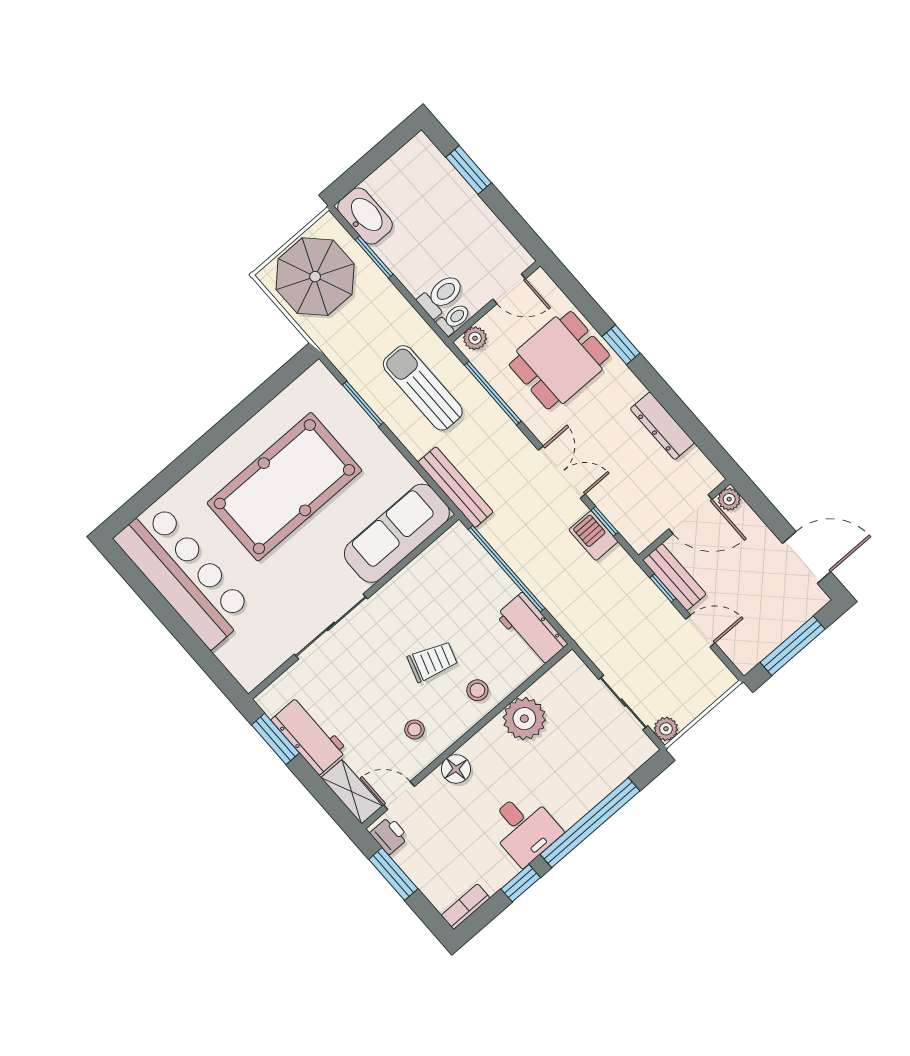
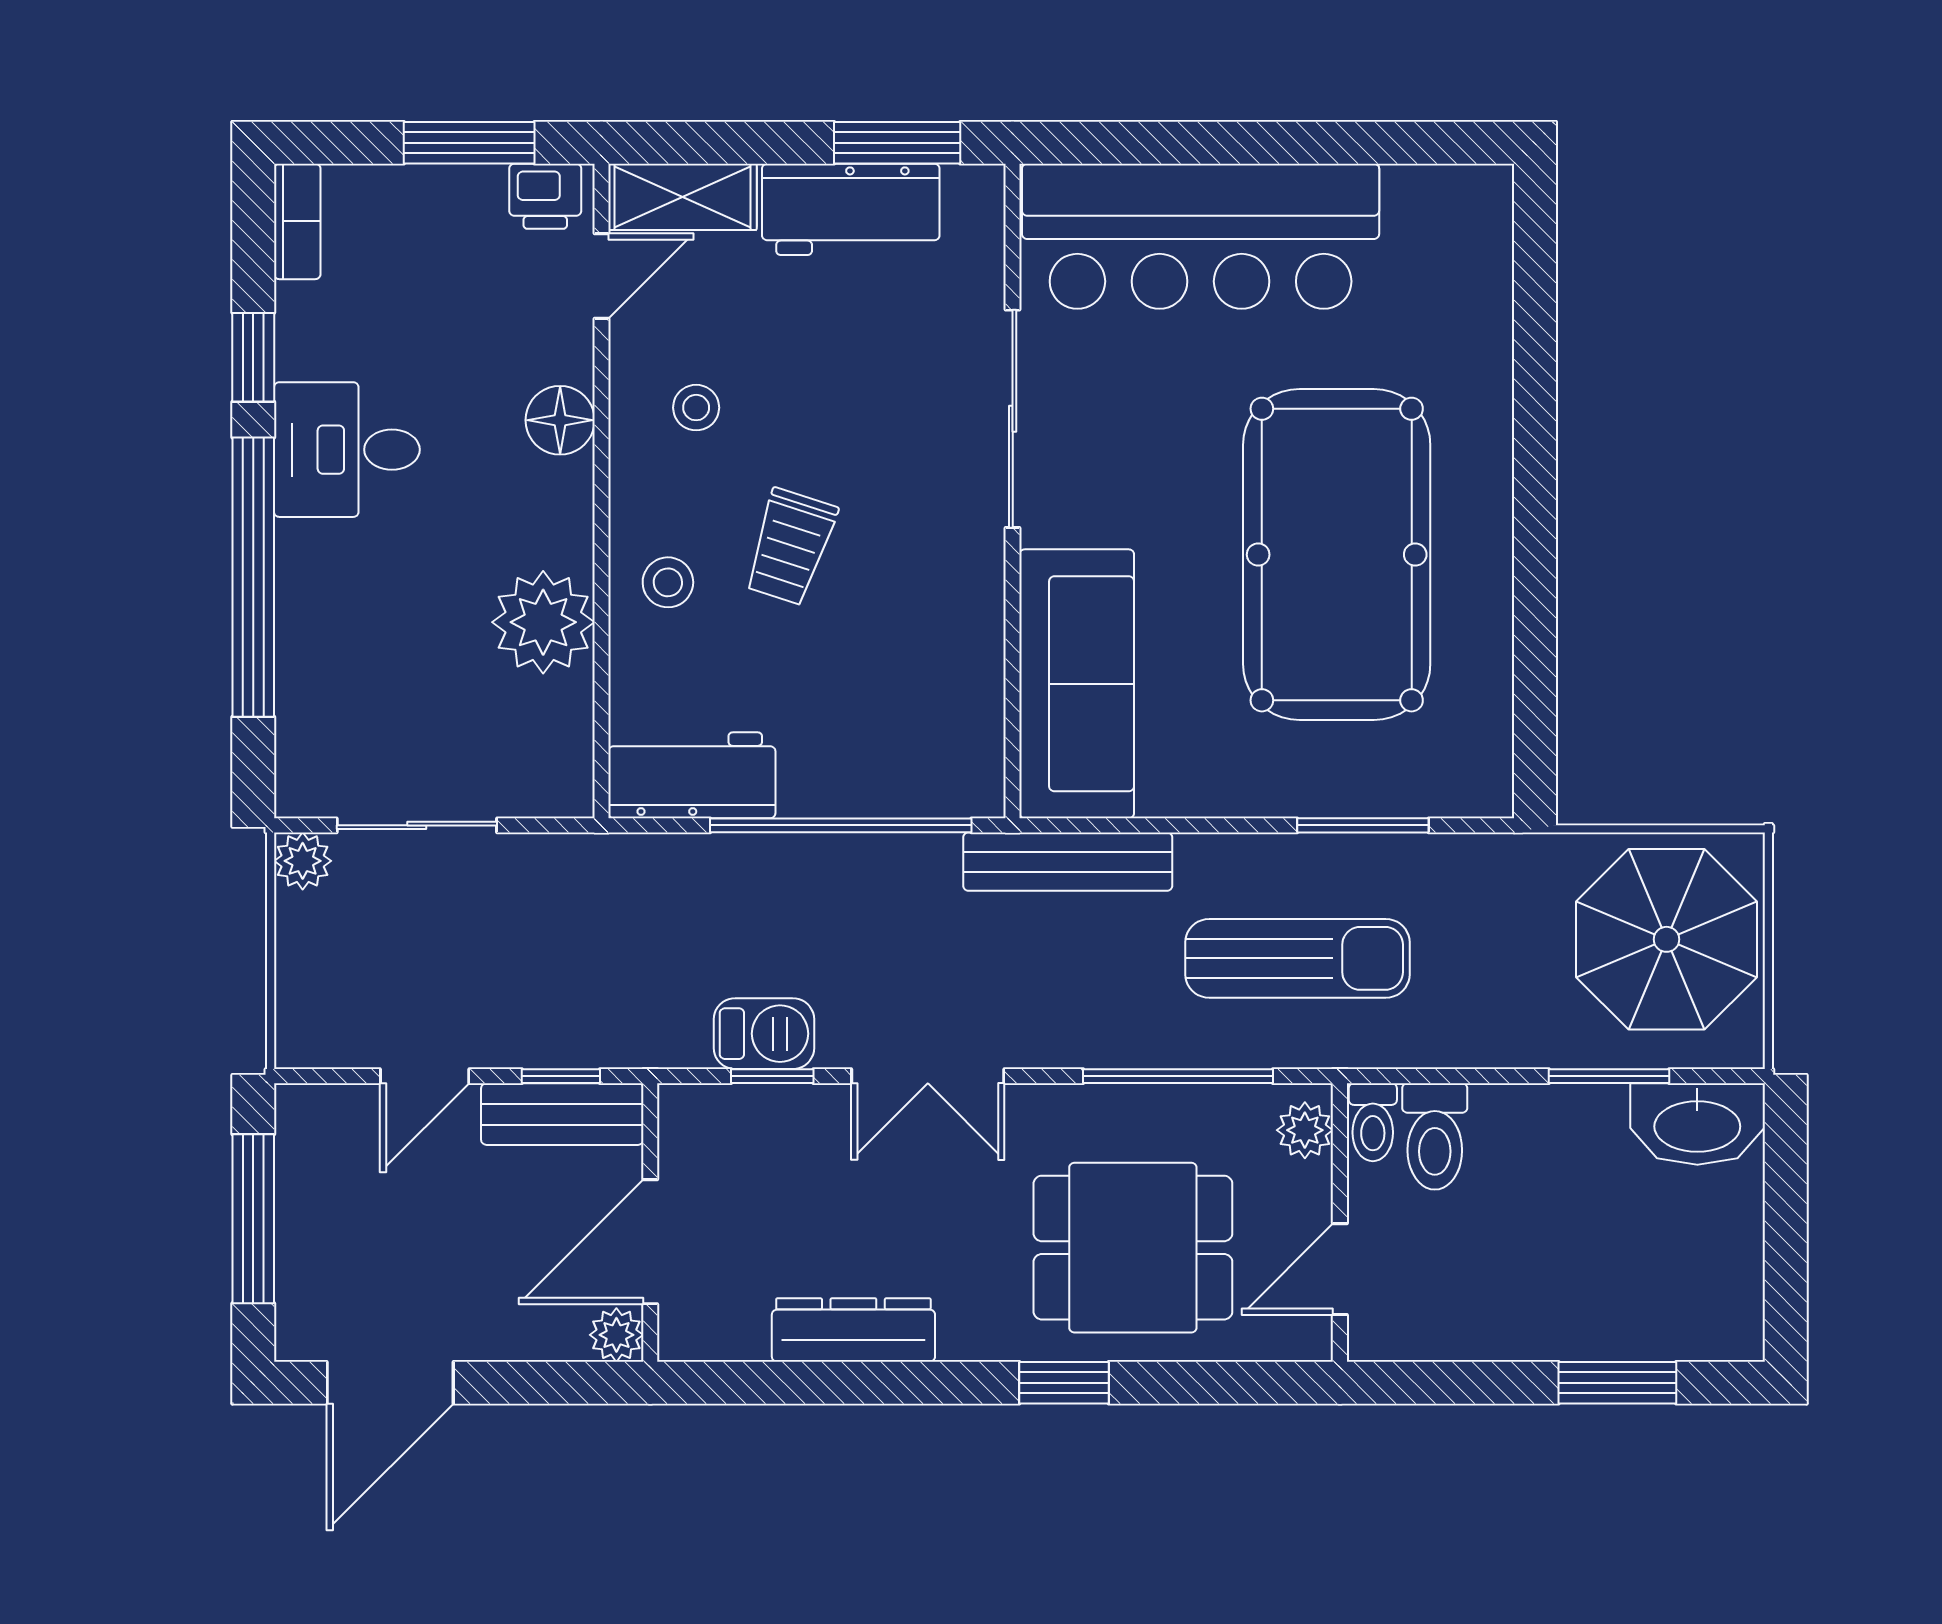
dining table: (559, 360) -> (1133, 1248), turned 90
bar counter: (184, 575) -> (1201, 236), moved

